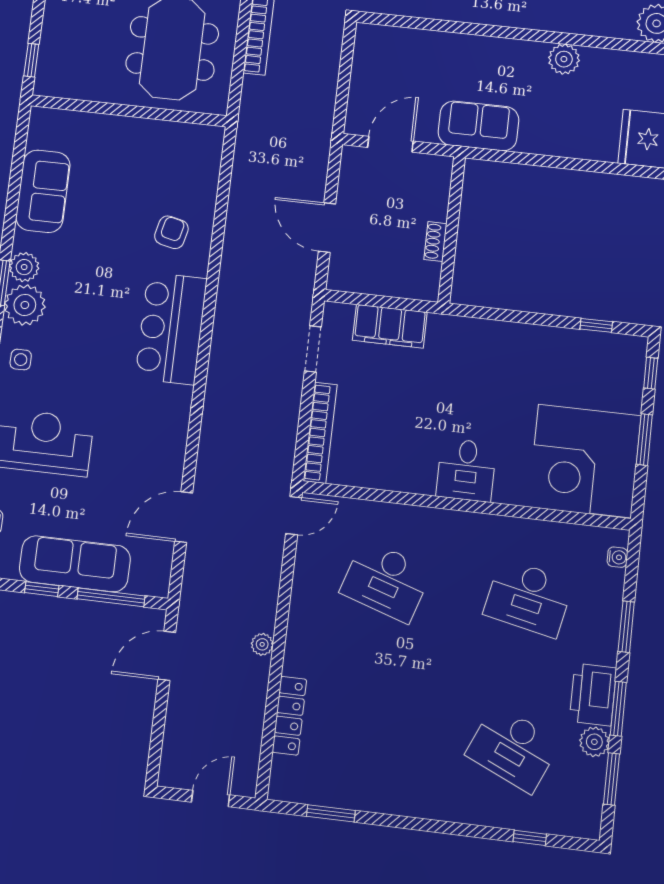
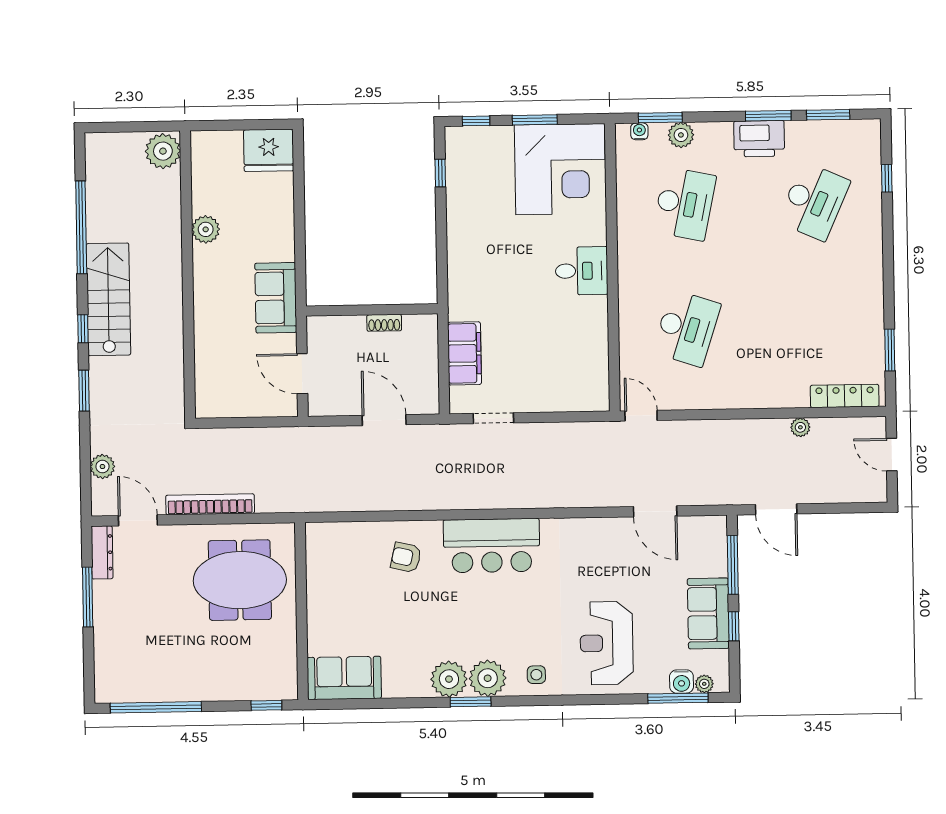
sofa: (43, 191) -> (344, 678), moved
door: (327, 228) -> (384, 420), swing flipped
plant: (24, 267) -> (449, 679), width x1.36, depth x1.36
bookcase: (320, 433) -> (566, 402), removed
sofa: (75, 564) -> (708, 613), width x0.73
window: (626, 627) -> (660, 118), moved
plant: (262, 644) -> (800, 427), moved
locker: (289, 716) -> (845, 396), moved
plant: (594, 742) -> (681, 135), moved

